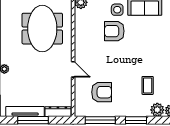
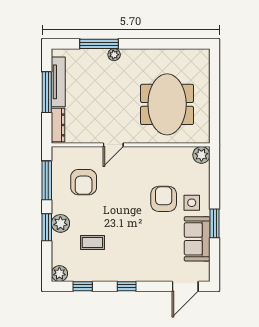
meeting table: (42, 29) -> (167, 104), turned 90
plant: (157, 110) -> (60, 223), moved

